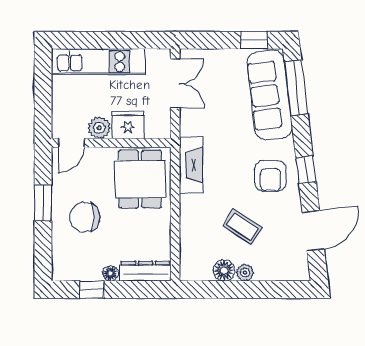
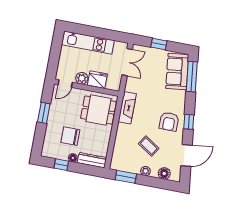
window: (254, 40) -> (159, 44), moved
sofa: (270, 95) -> (177, 72), width x0.73
dining table: (140, 179) -> (98, 110), turned 90
chair: (85, 217) -> (70, 136), moved
floor lamp: (224, 271) -> (164, 173), moved
window: (212, 290) -> (126, 177), added

